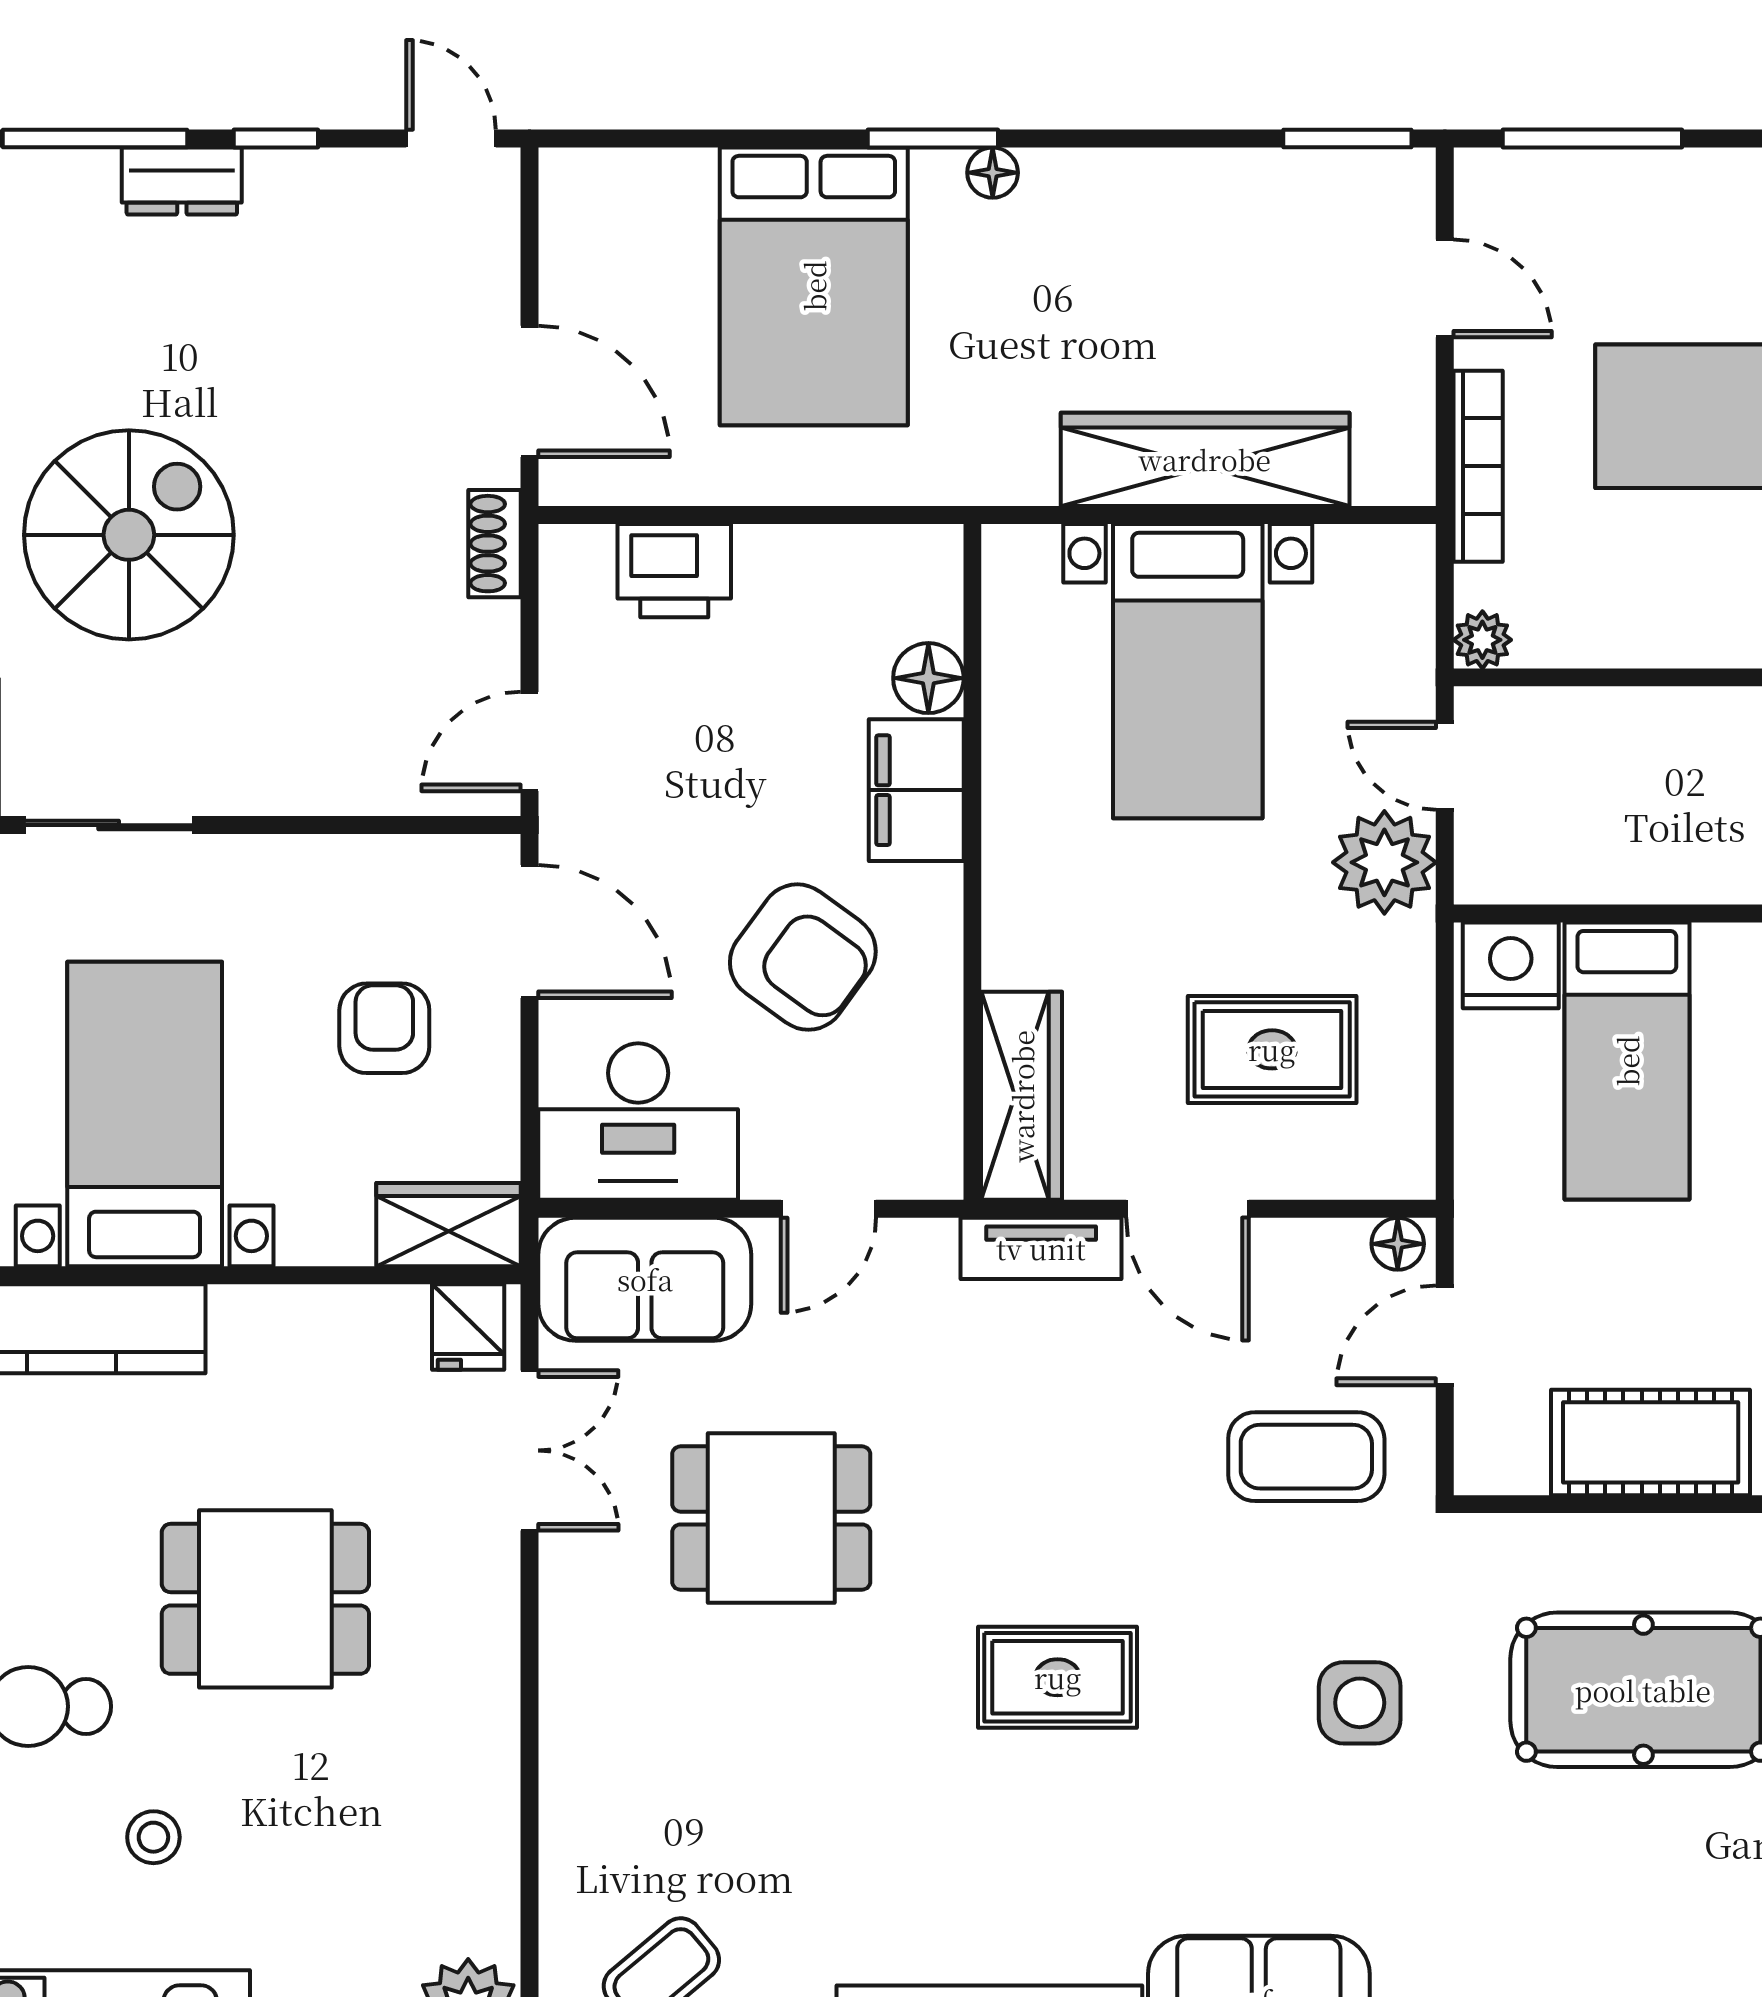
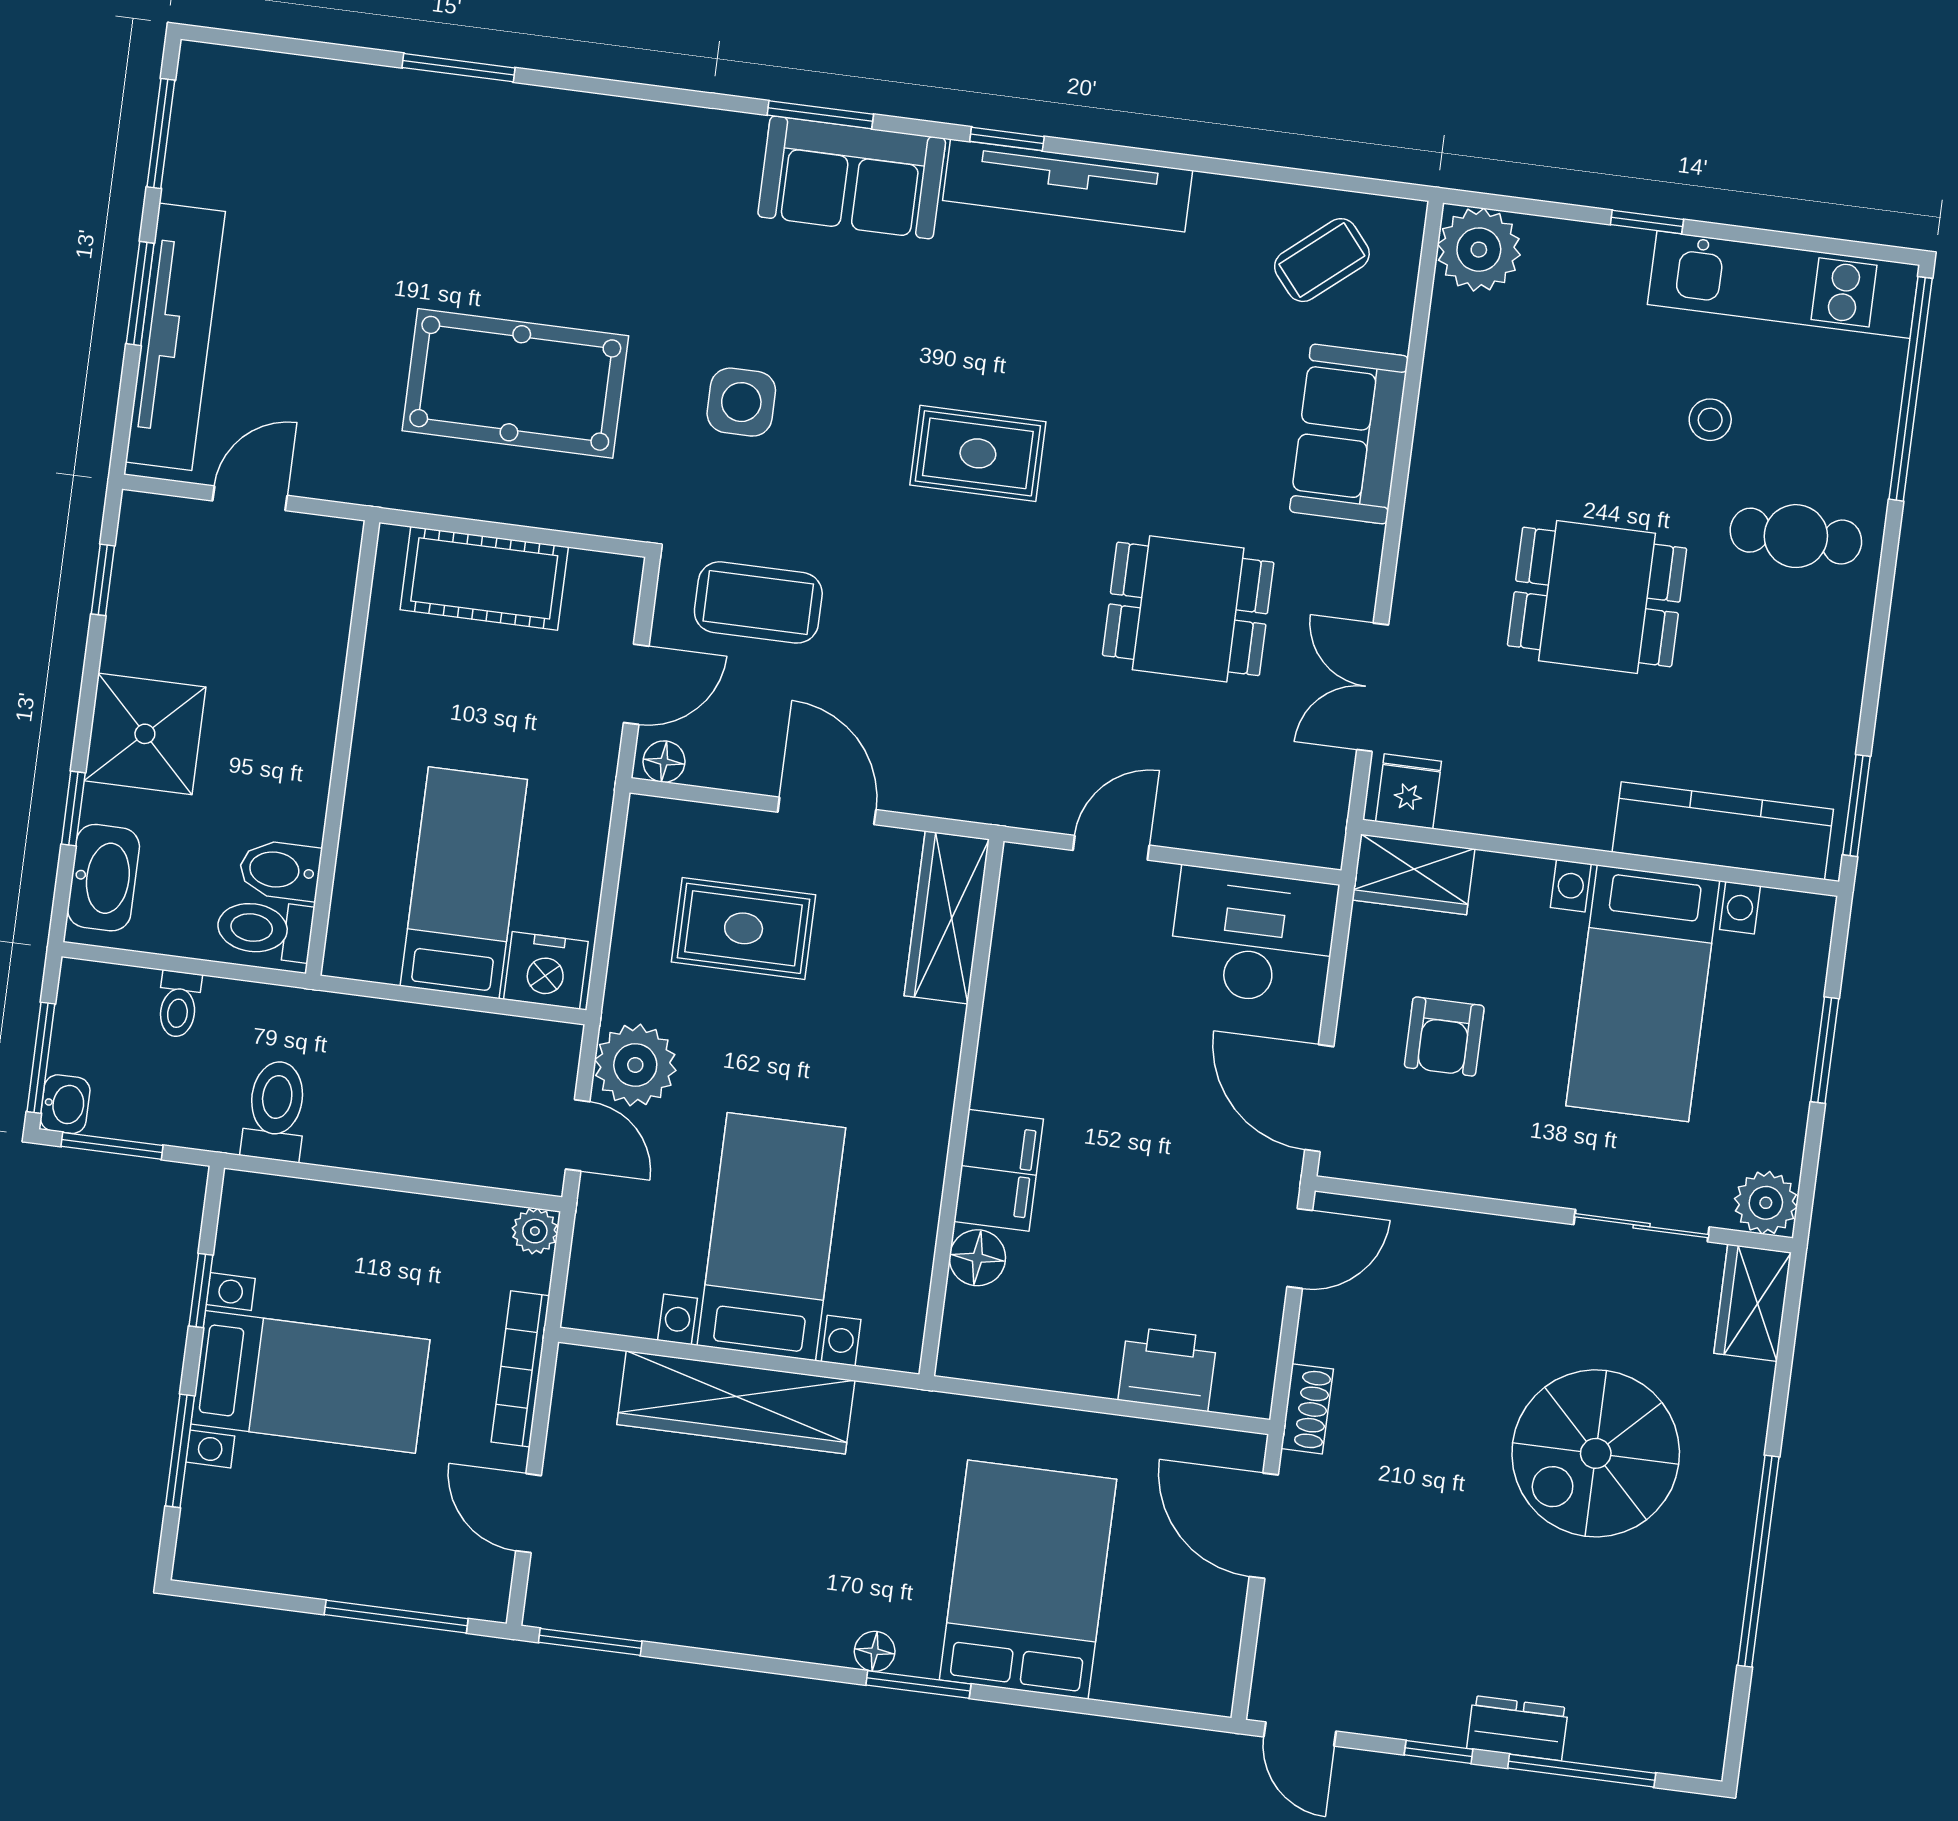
armchair: (803, 957) -> (1106, 1050), removed
tv unit: (1041, 1248) -> (947, 795), removed
sofa: (645, 1279) -> (1349, 434), moved, turned -90

